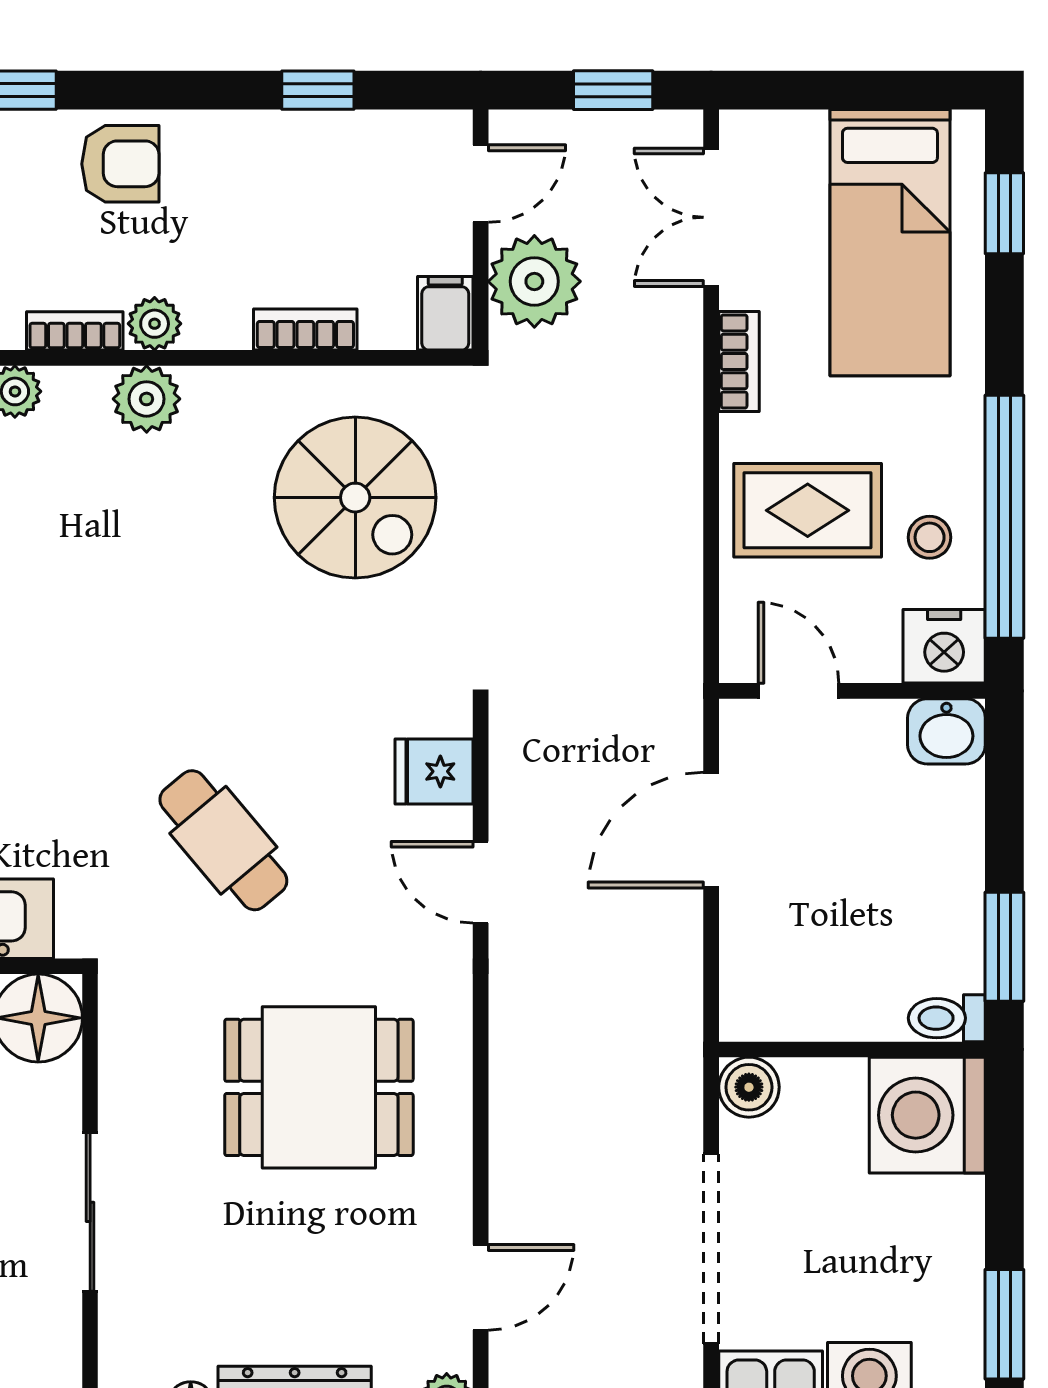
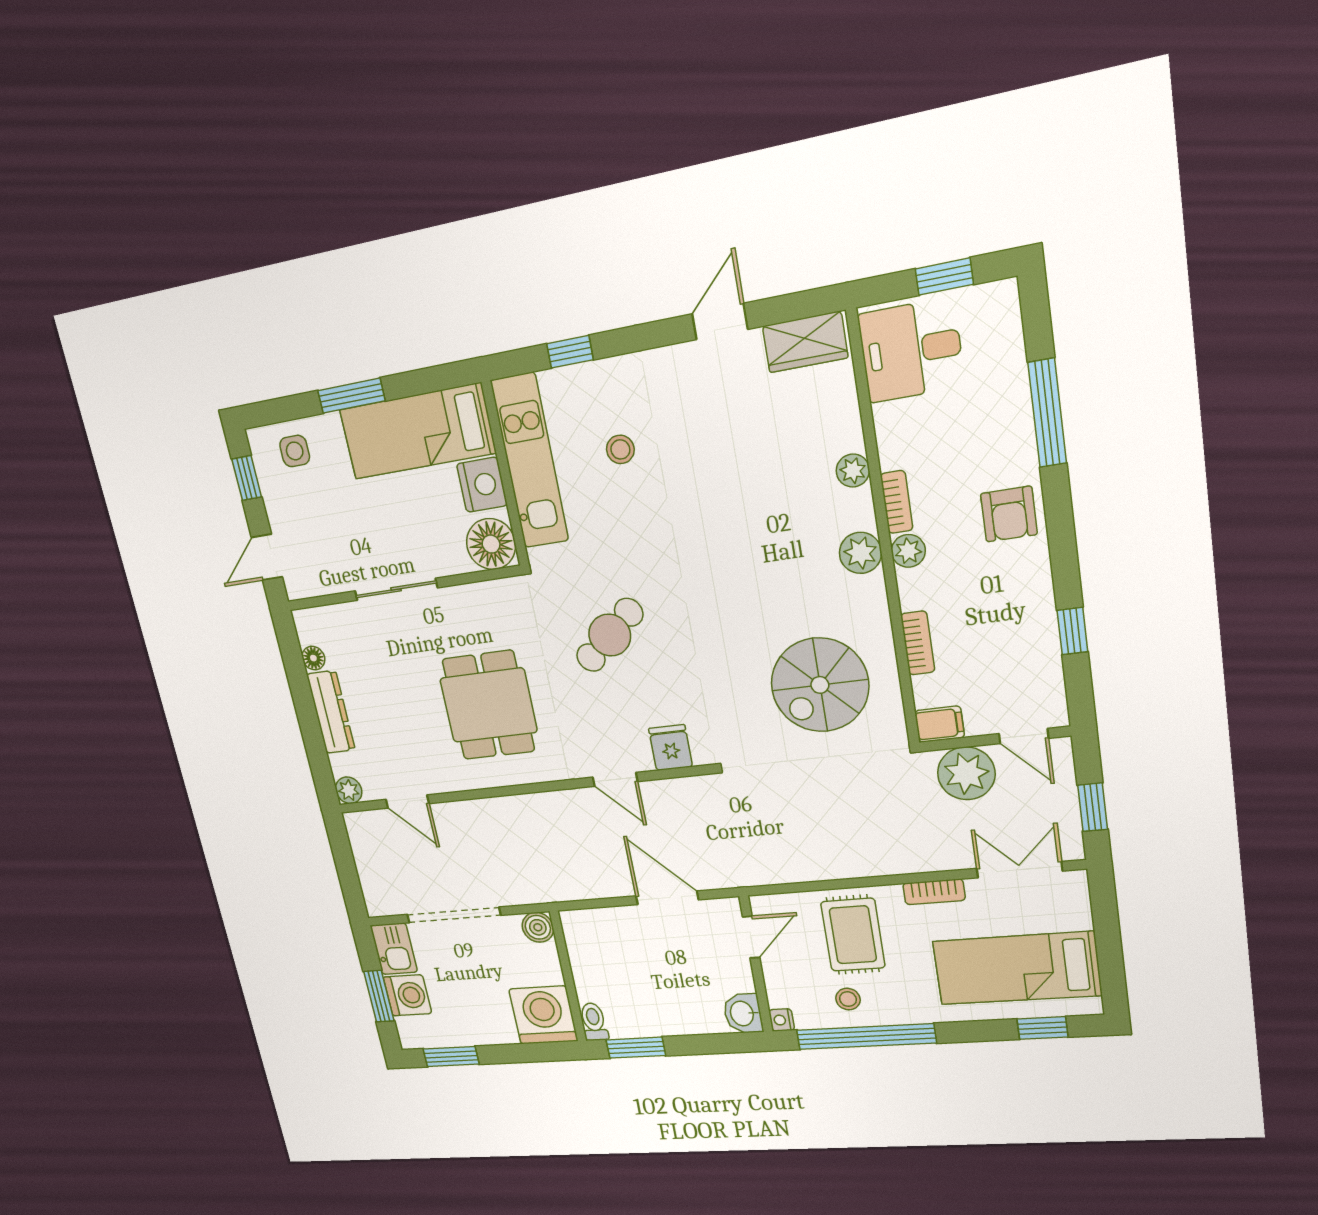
nightstand: (944, 646) -> (782, 1020), width x0.53, depth x0.56
door: (481, 882) -> (615, 779), swing flipped

